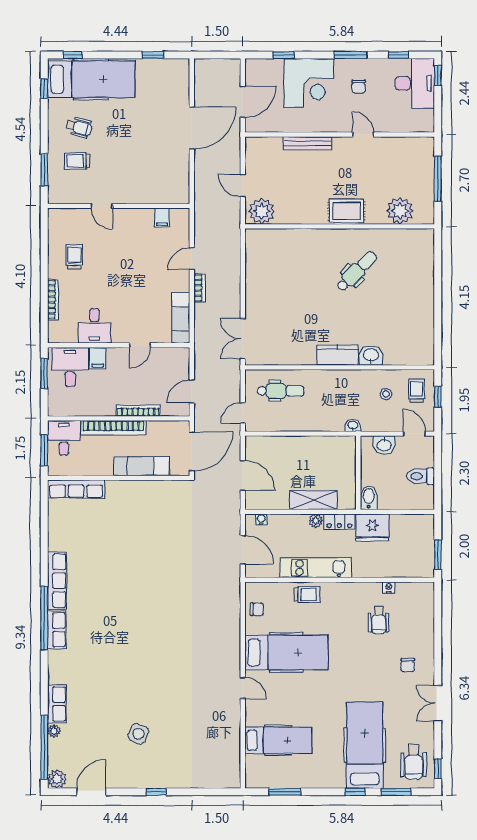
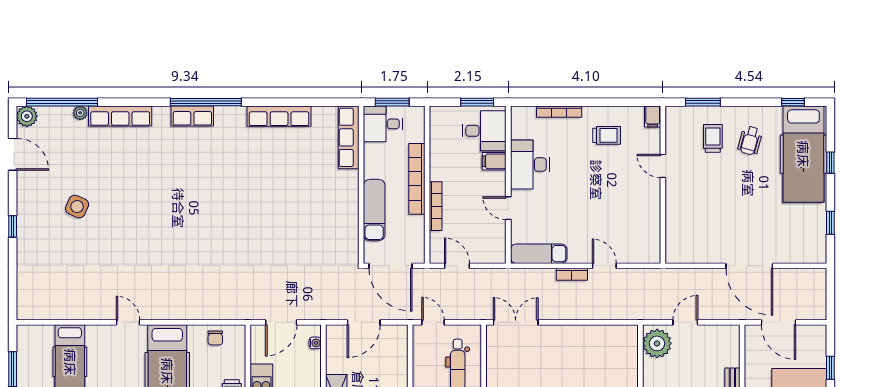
window: (73, 55) -> (830, 163), moved
door: (102, 206) -> (663, 166), hinge flipped
filing cabinet: (162, 218) -> (653, 116), moved, turned -90
desk: (94, 326) -> (530, 164), width x1.37
desk: (64, 438) -> (383, 124), moved, turned 180
row of seats: (57, 581) -> (279, 116), moved
door: (243, 688) -> (128, 322), swing flipped
row of seats: (57, 704) -> (120, 116), width x1.48

